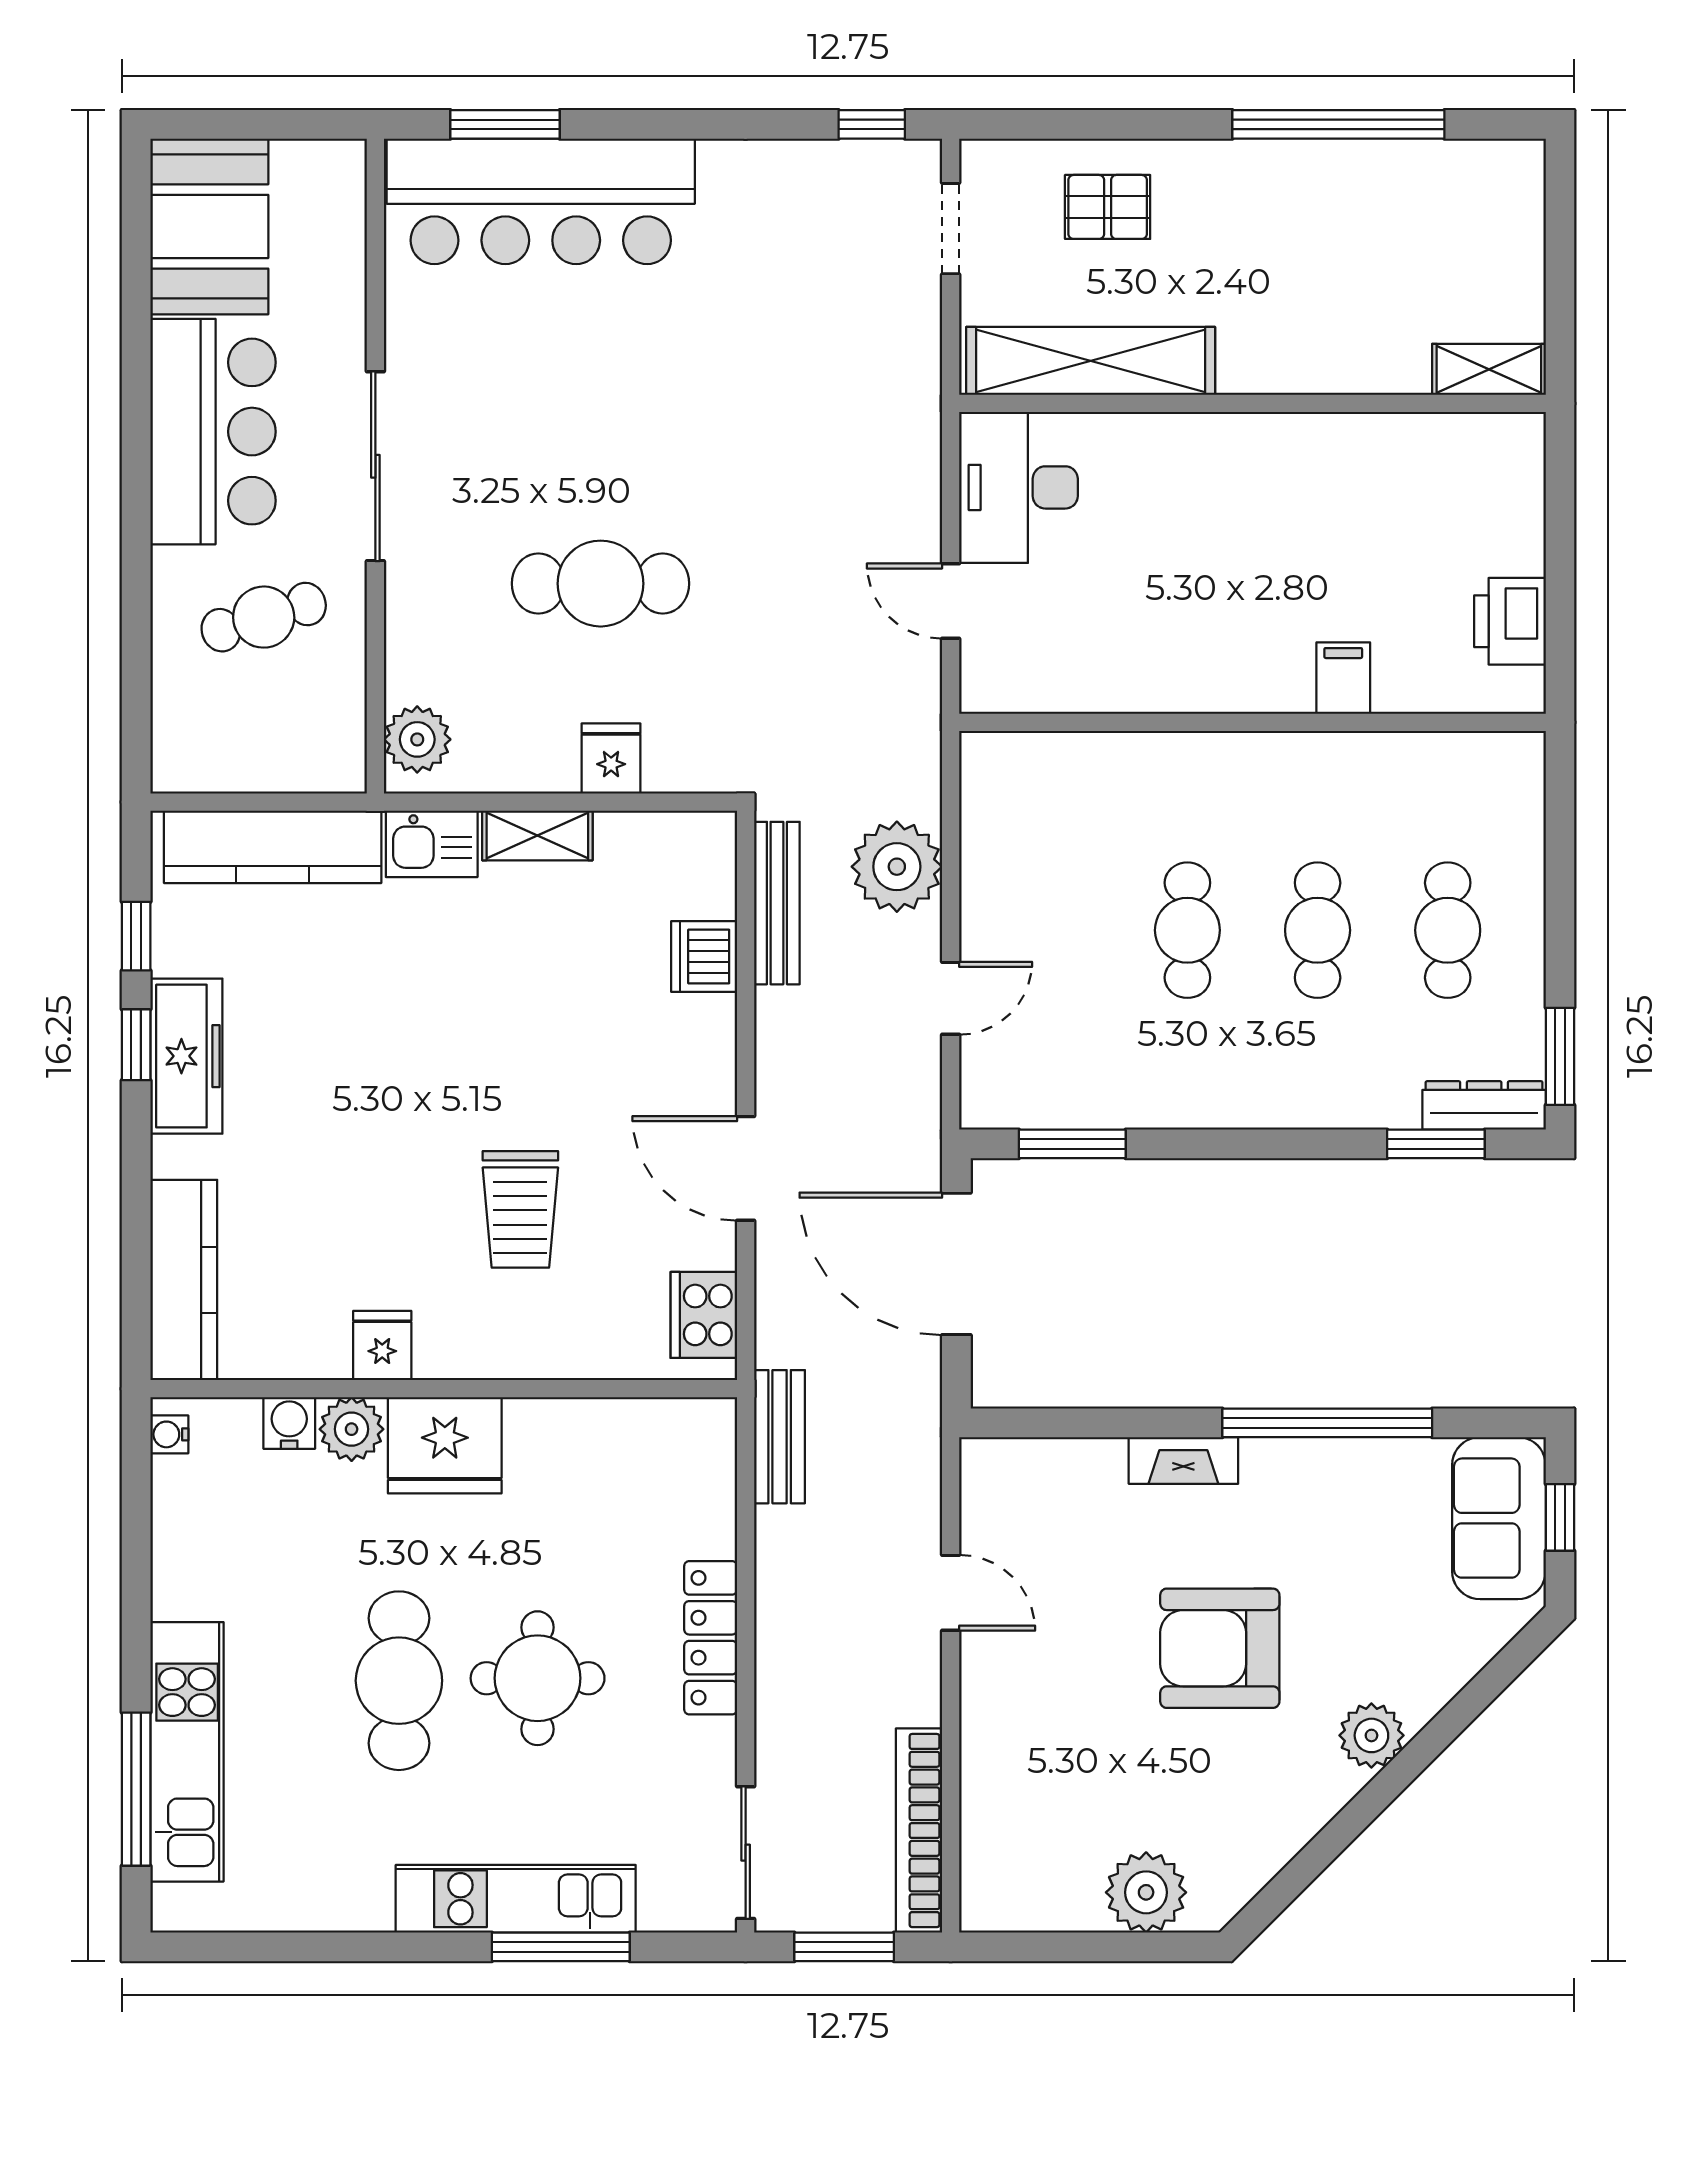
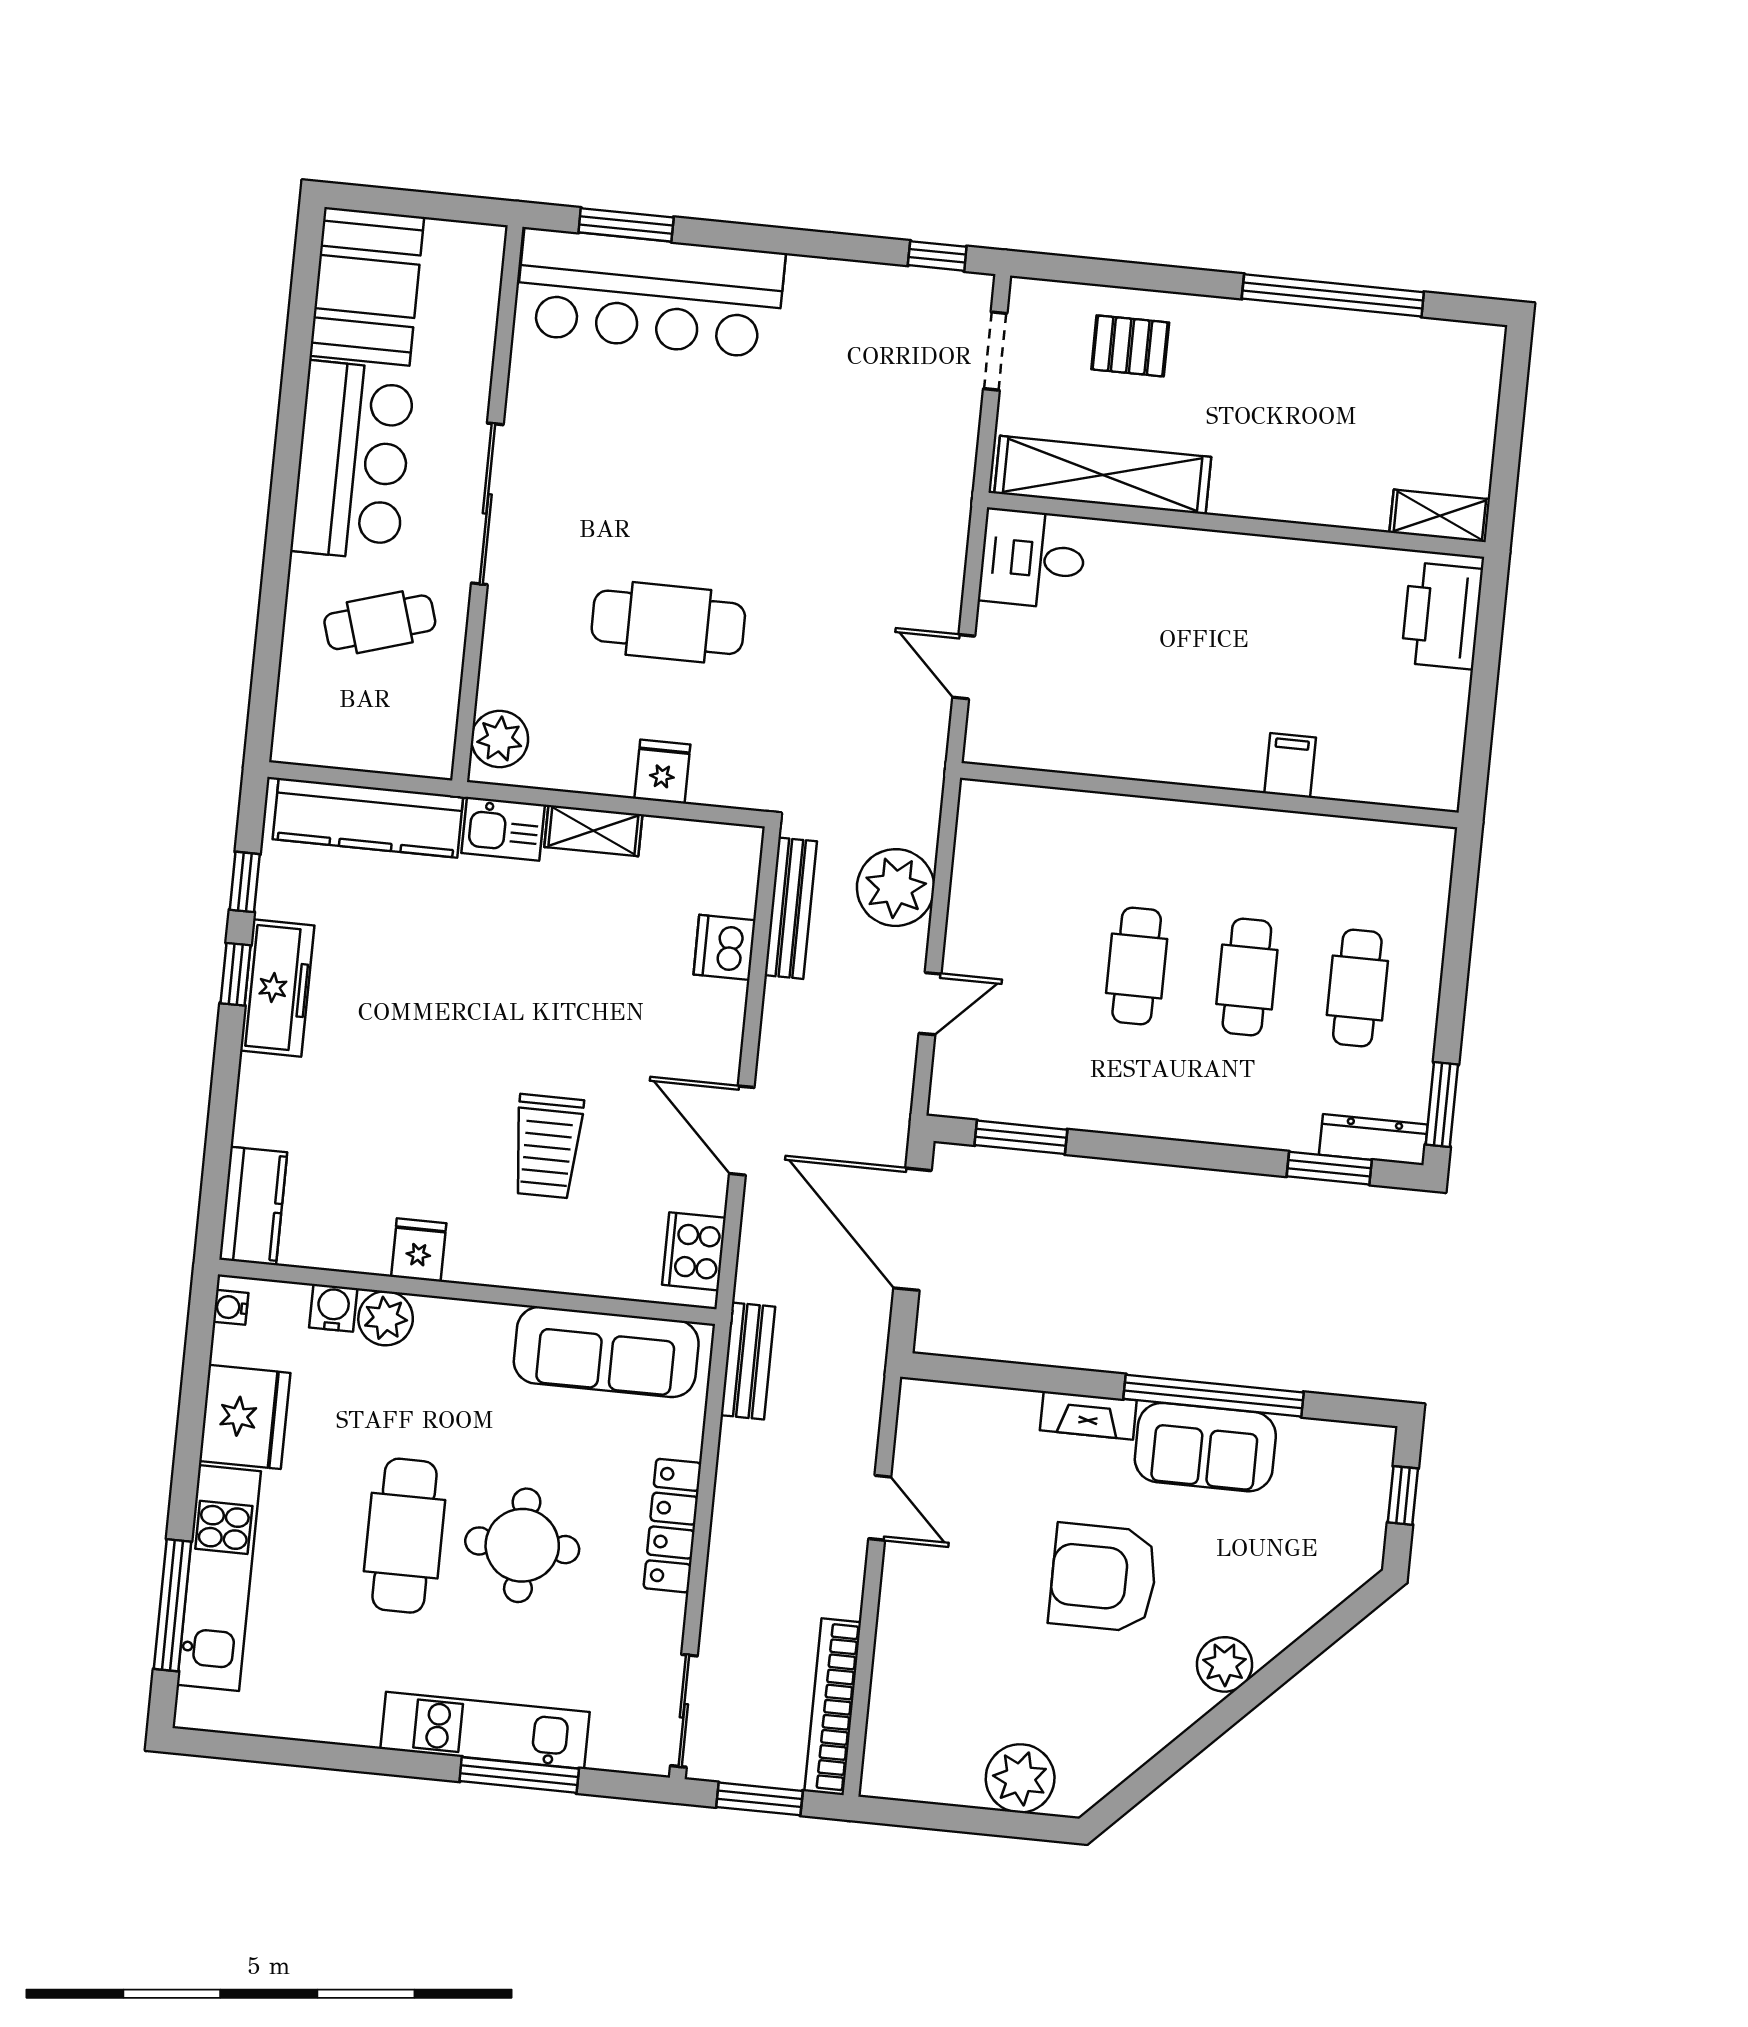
desk: (1018, 487) -> (1033, 559), width x0.73
printer: (1510, 621) -> (1442, 616), moved, width x1.37, depth x1.19
kitchen counter: (184, 1280) -> (253, 1206), width x0.67
sofa: (613, 1443) -> (606, 1352), added
fridge: (445, 1445) -> (245, 1417), moved, turned -90
sofa: (1499, 1518) -> (1205, 1447), moved, turned -90

